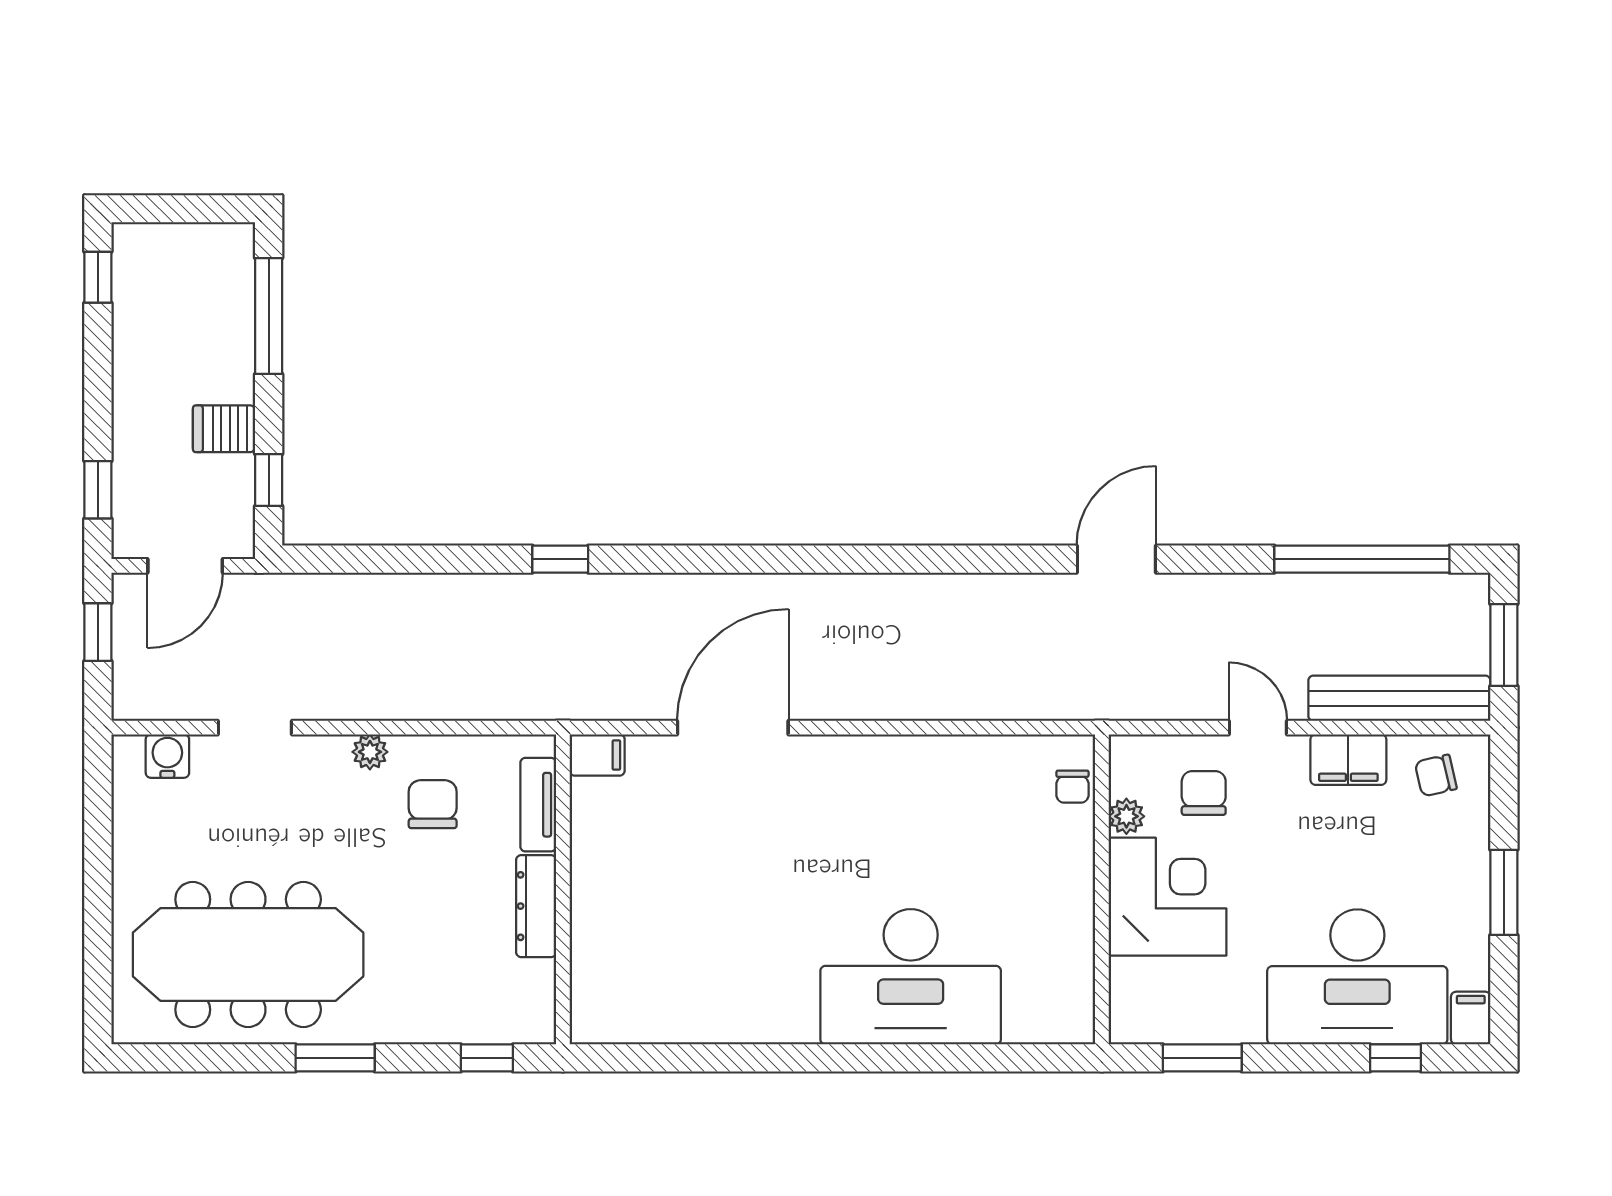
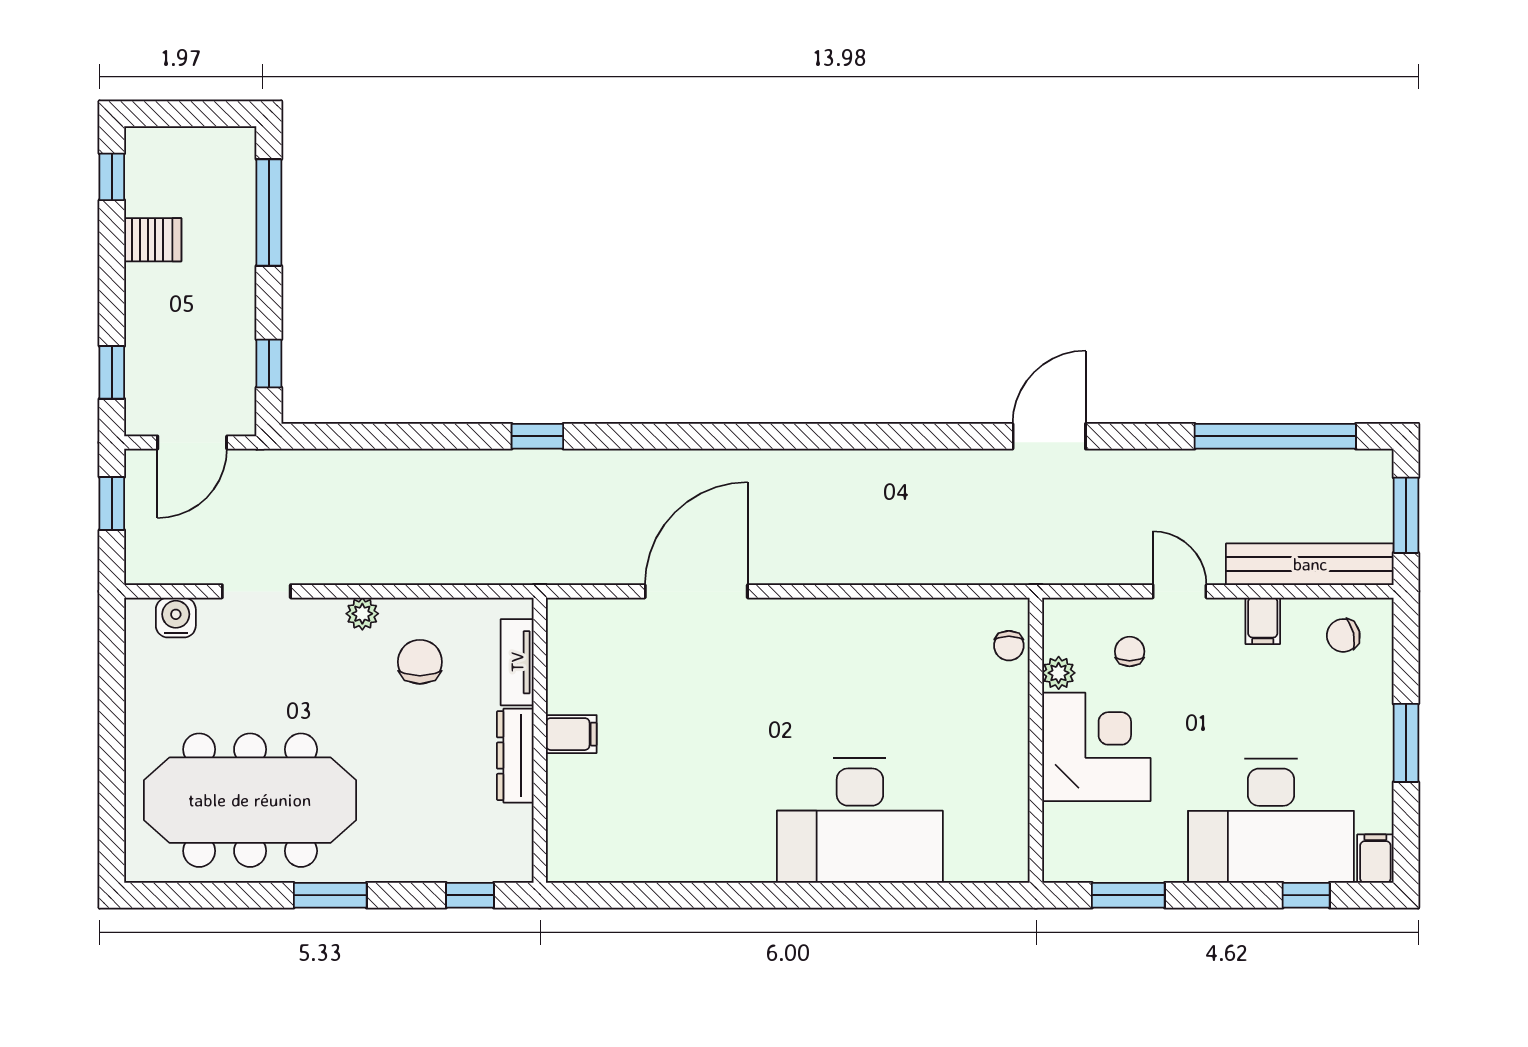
server rack: (224, 429) -> (153, 240), moved, turned 180
filing cabinet: (597, 755) -> (571, 734), moved
filing cabinet: (1348, 760) -> (1263, 621), width x0.50
chair: (1204, 793) -> (1130, 651), width x0.73, depth x0.73

